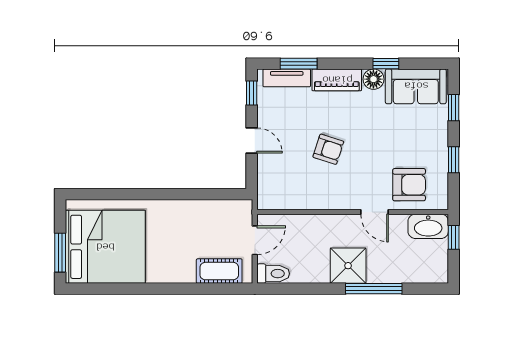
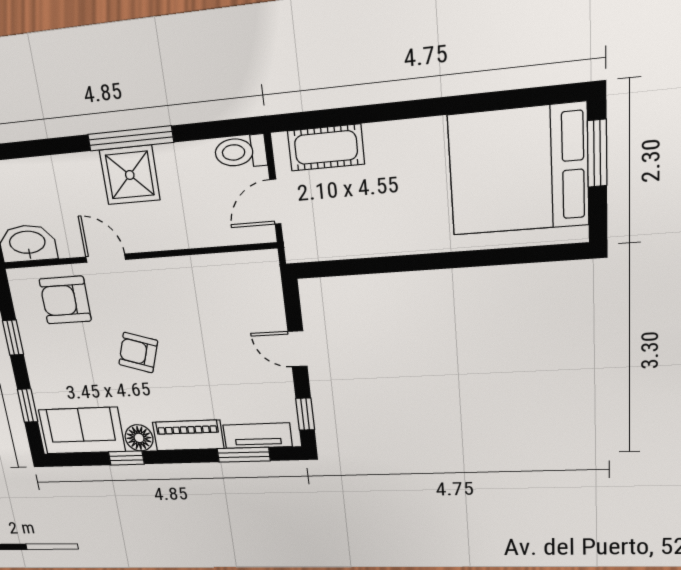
armchair: (328, 149) -> (138, 353), moved
window: (374, 289) -> (130, 138), moved

